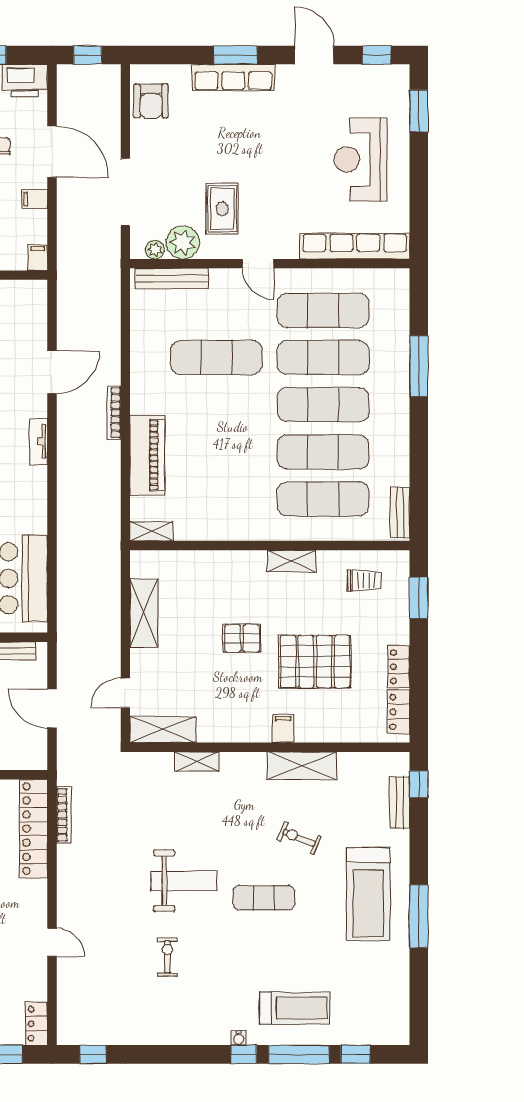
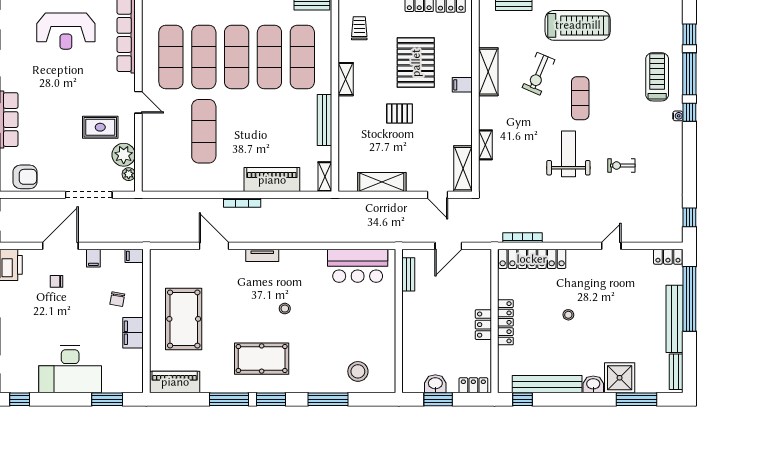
door: (258, 264) -> (138, 102), hinge flipped
bench: (172, 278) -> (324, 120), moved
pallet: (242, 638) -> (400, 113), turned 90
exercise bike: (299, 838) -> (539, 74), width x1.38, depth x1.39

